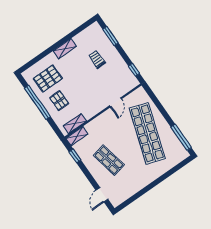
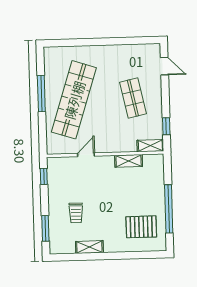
shelving: (65, 49) -> (89, 247), moved
pallet: (59, 101) -> (144, 196), removed
shelving: (75, 123) -> (129, 161), moved
window: (181, 137) -> (41, 94), moved
door: (102, 195) -> (164, 66), hinge flipped

